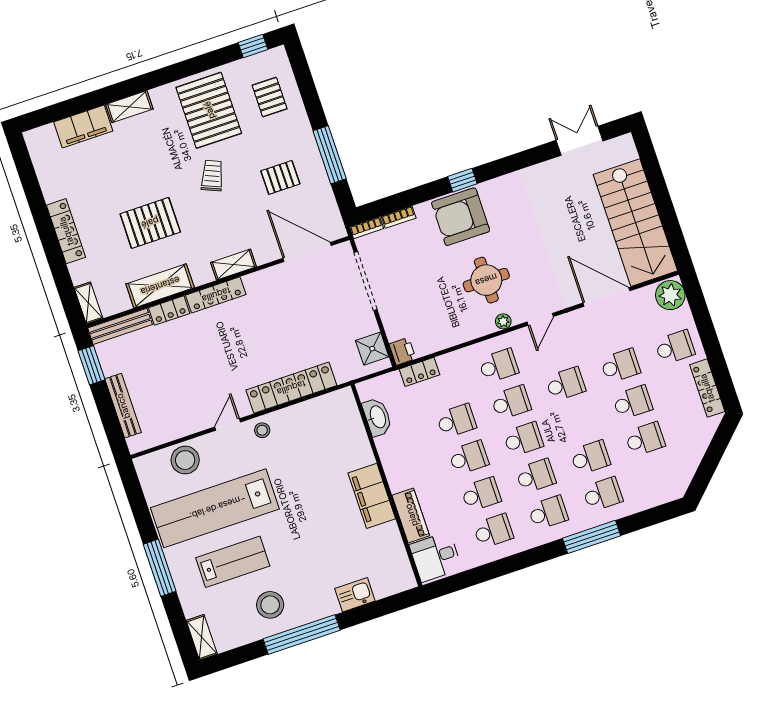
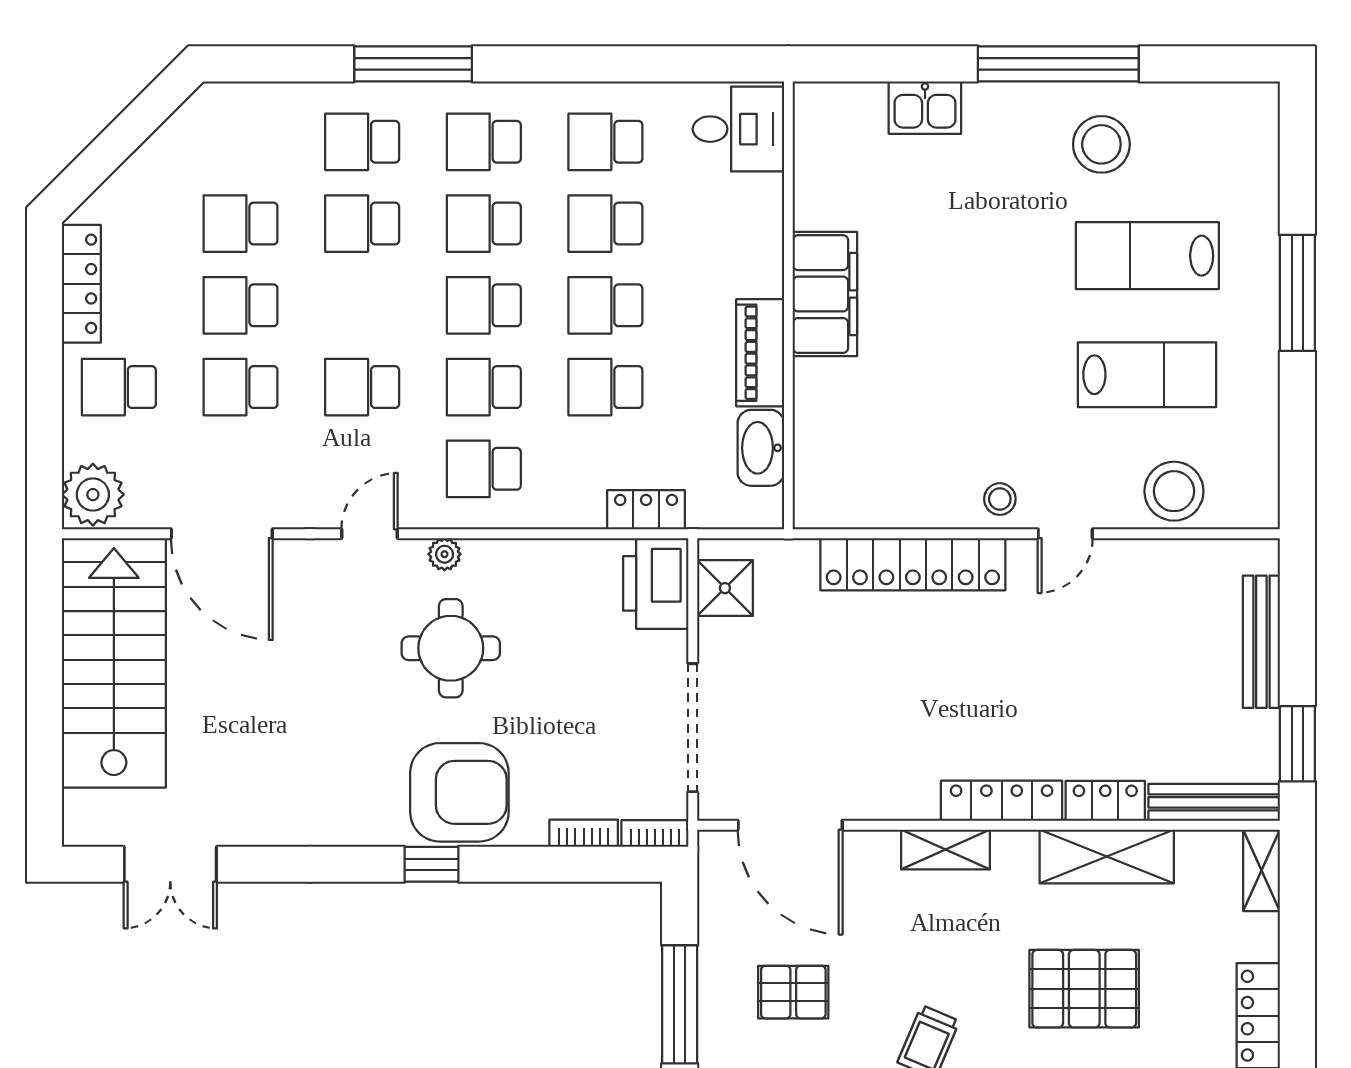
printer: (402, 351) -> (656, 583), width x1.87, depth x1.48
lab bench: (215, 508) -> (1147, 375), width x0.54, depth x0.72
piano: (411, 515) -> (760, 353), moved
shelving: (202, 637) -> (1260, 126), removed

